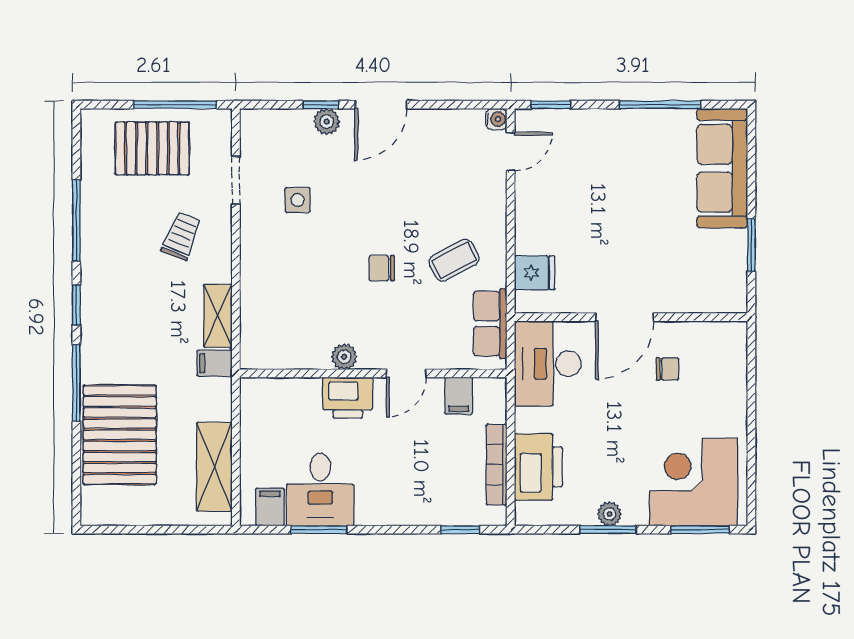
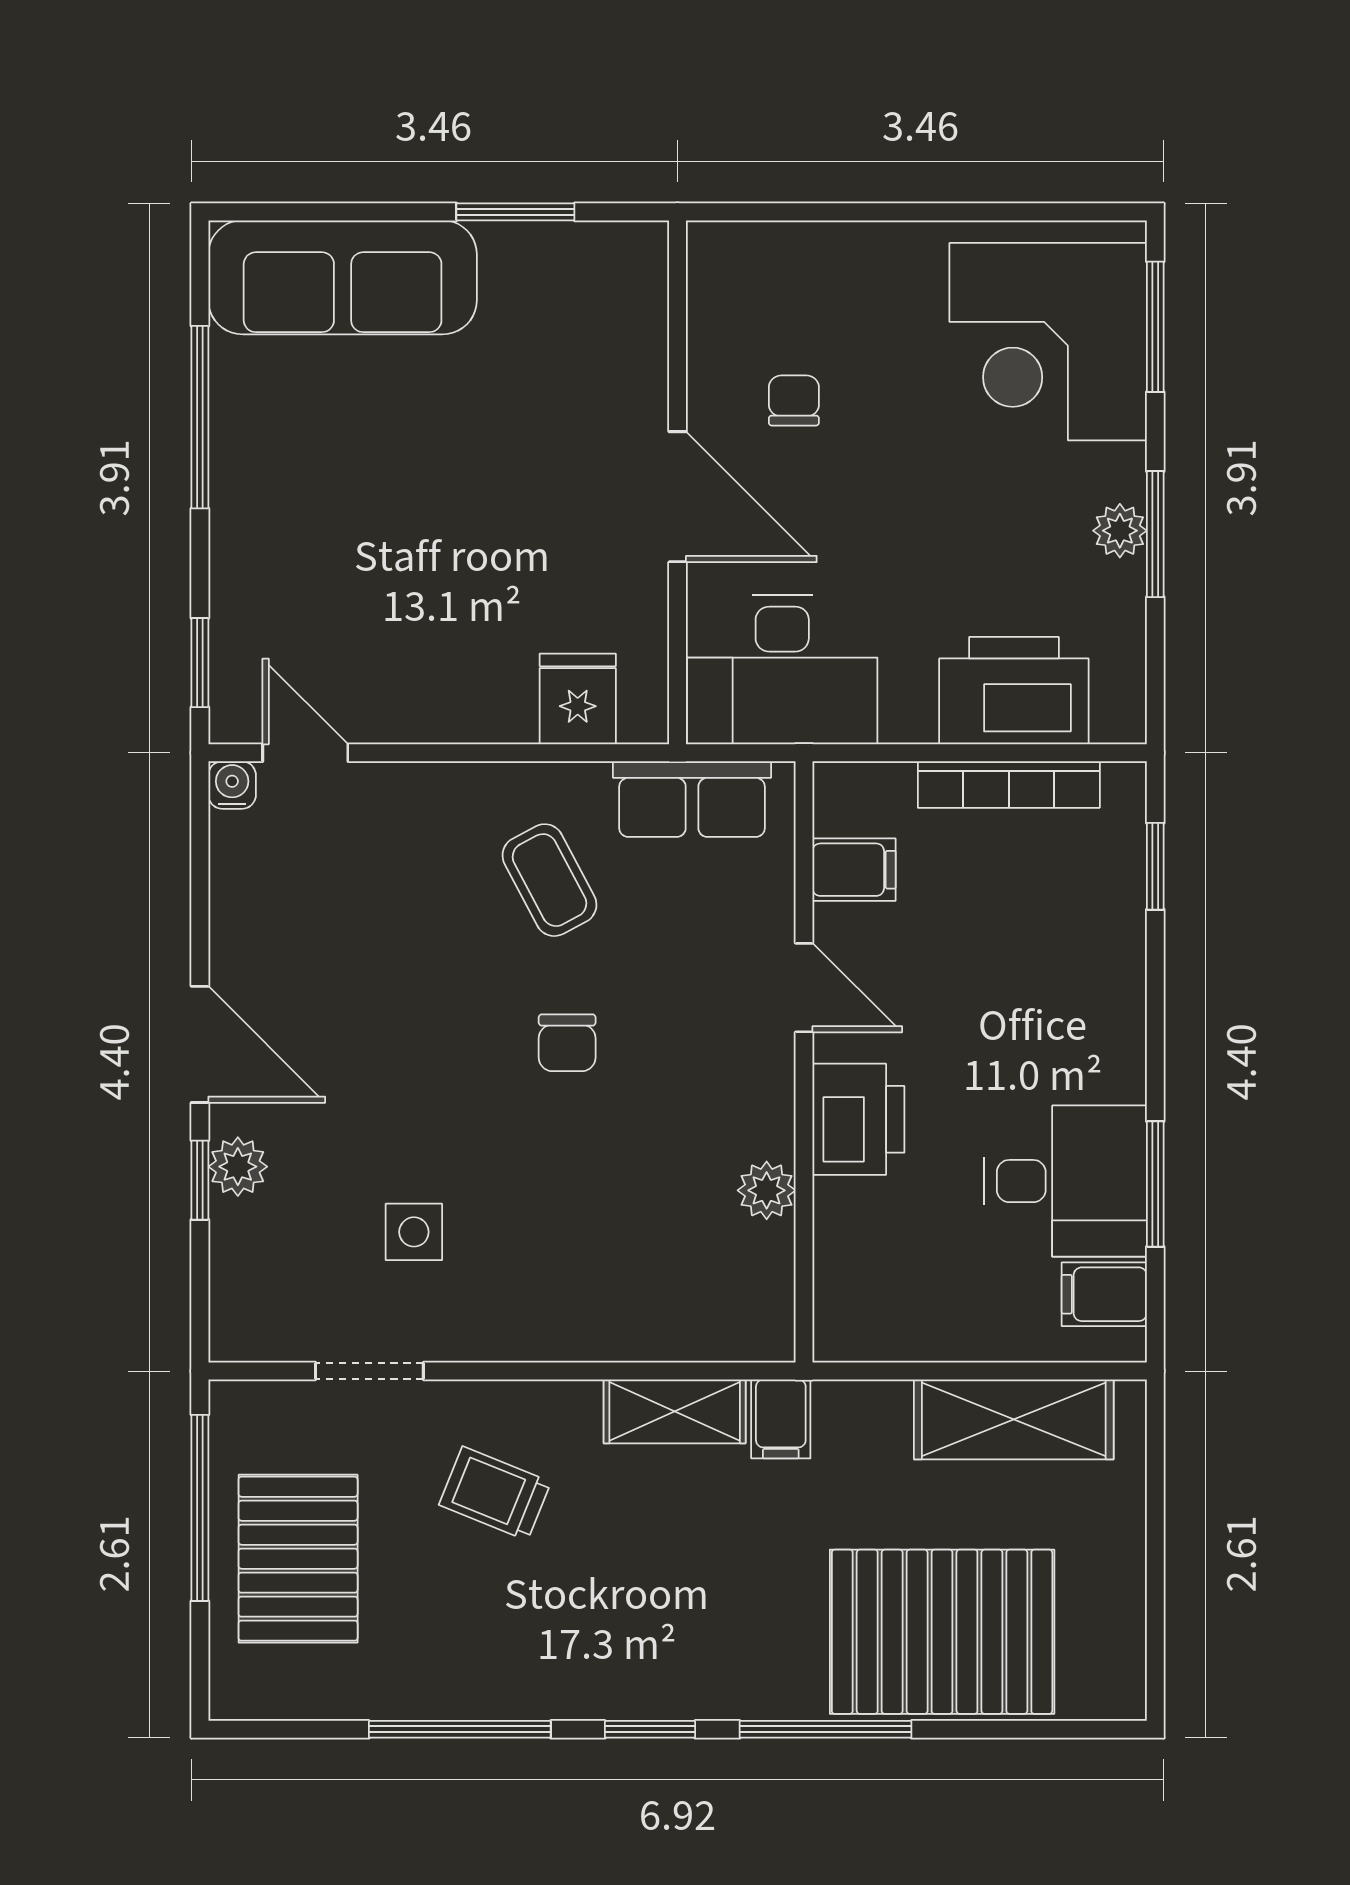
plant: (344, 357) -> (767, 1190), moved

